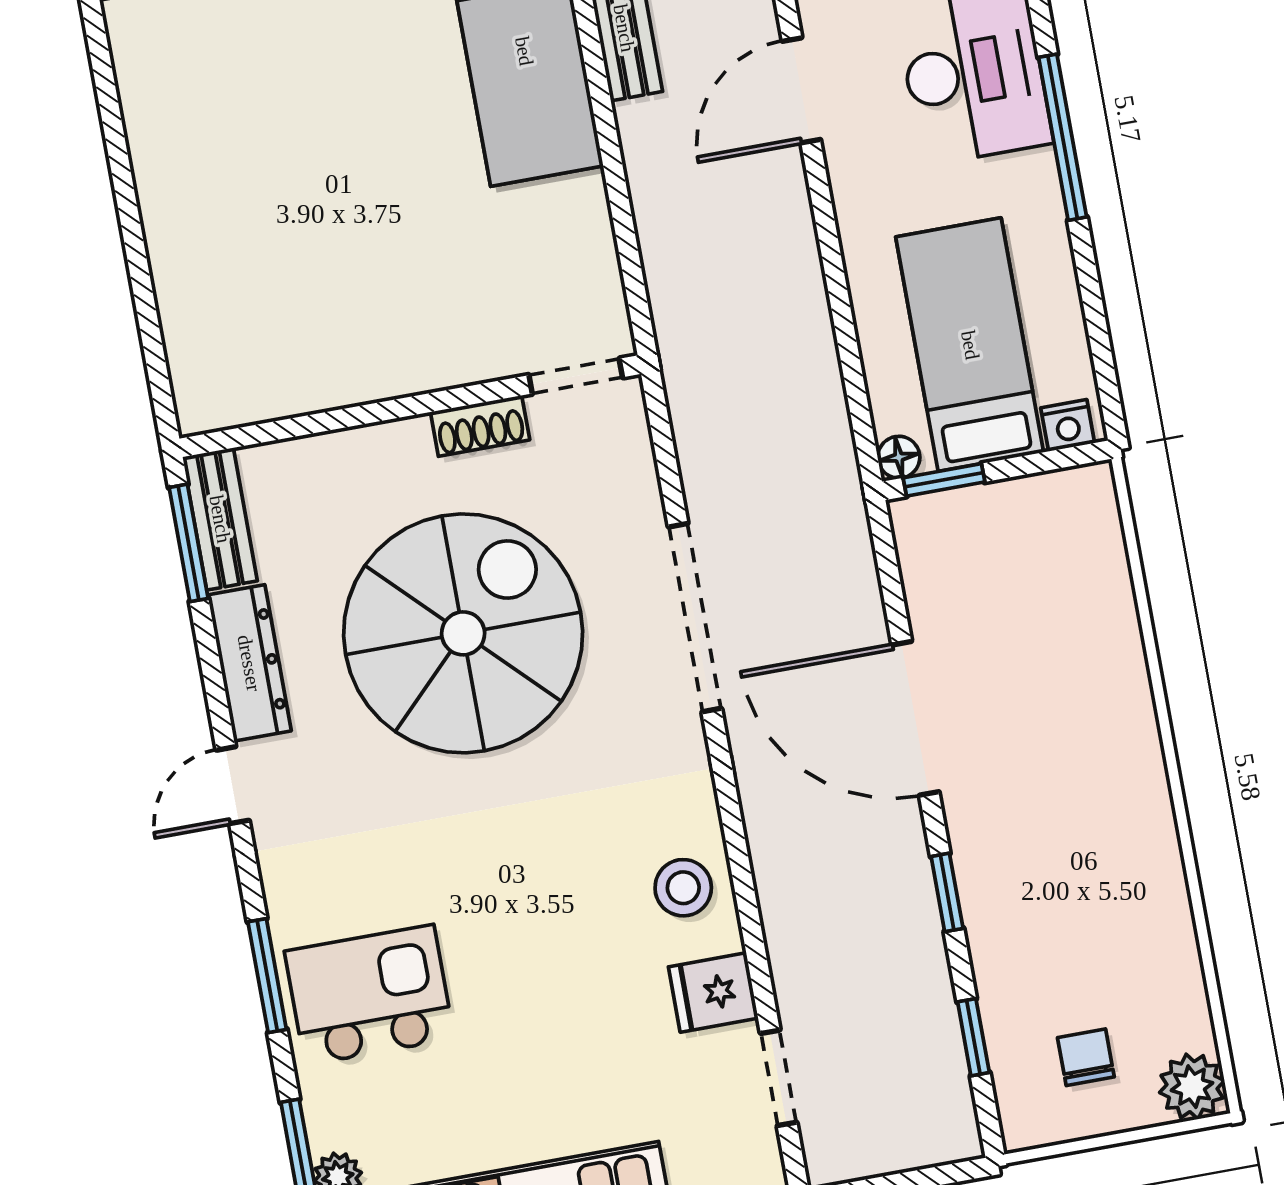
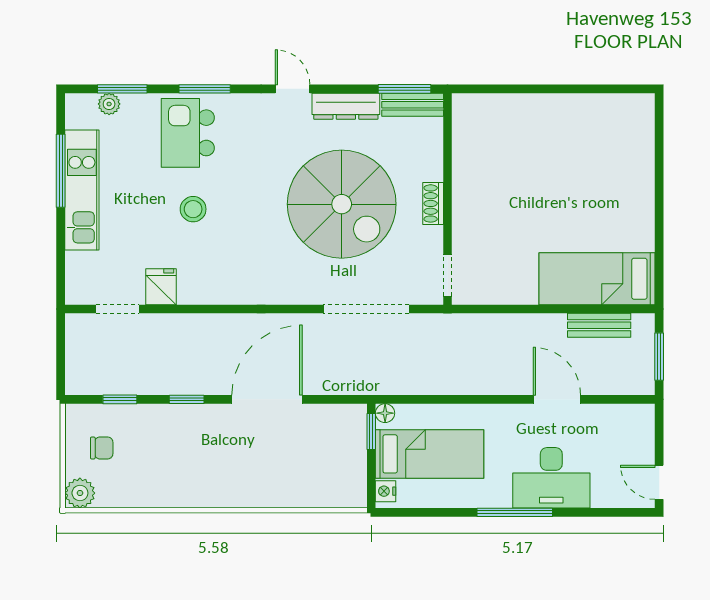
shoe rack: (480, 426) -> (433, 203), moved
doorway: (695, 618) -> (366, 309), moved
stool: (683, 888) -> (193, 209), moved
kitchen island: (369, 995) -> (188, 133), turned 180

